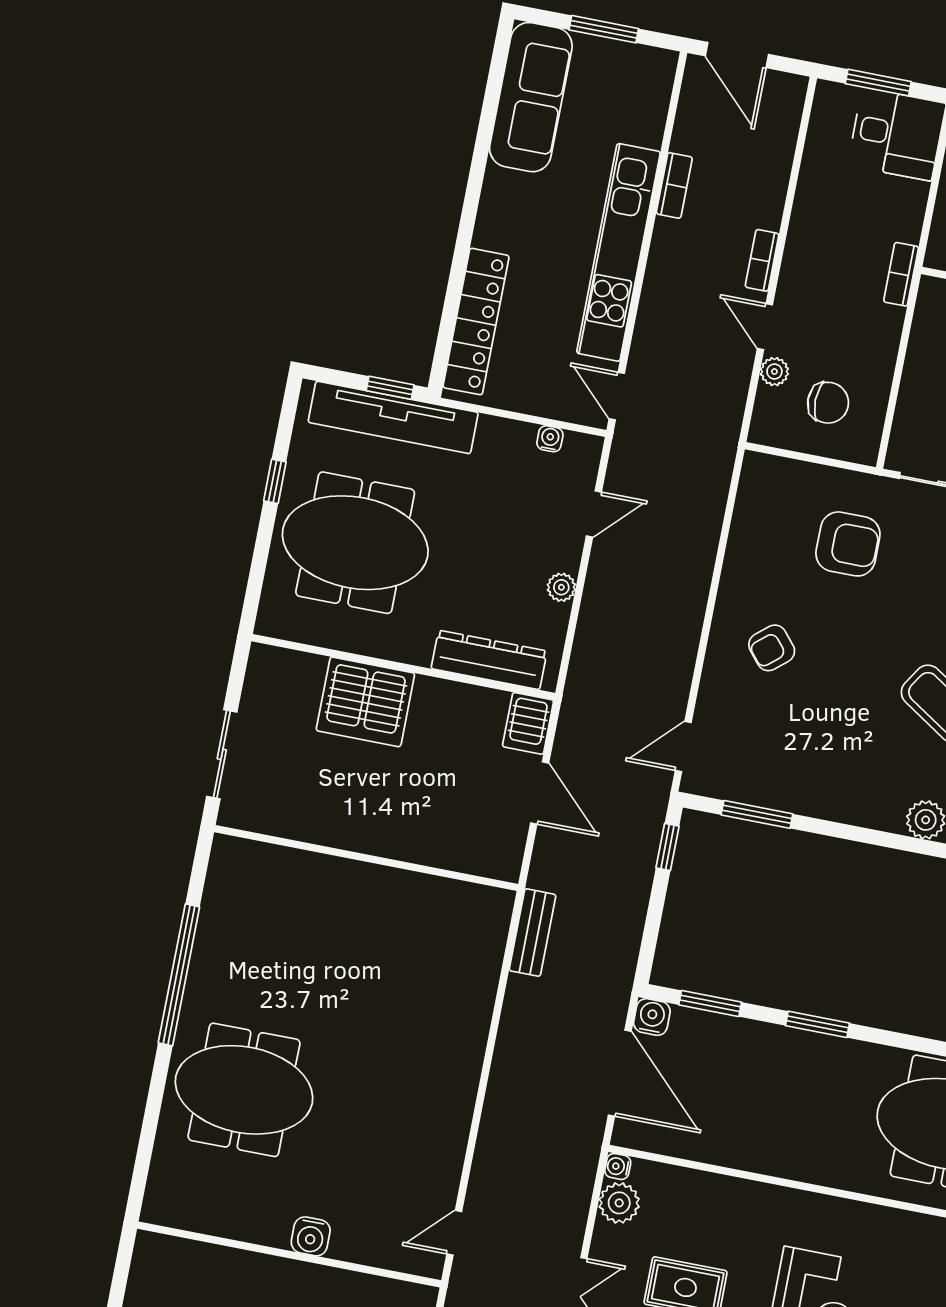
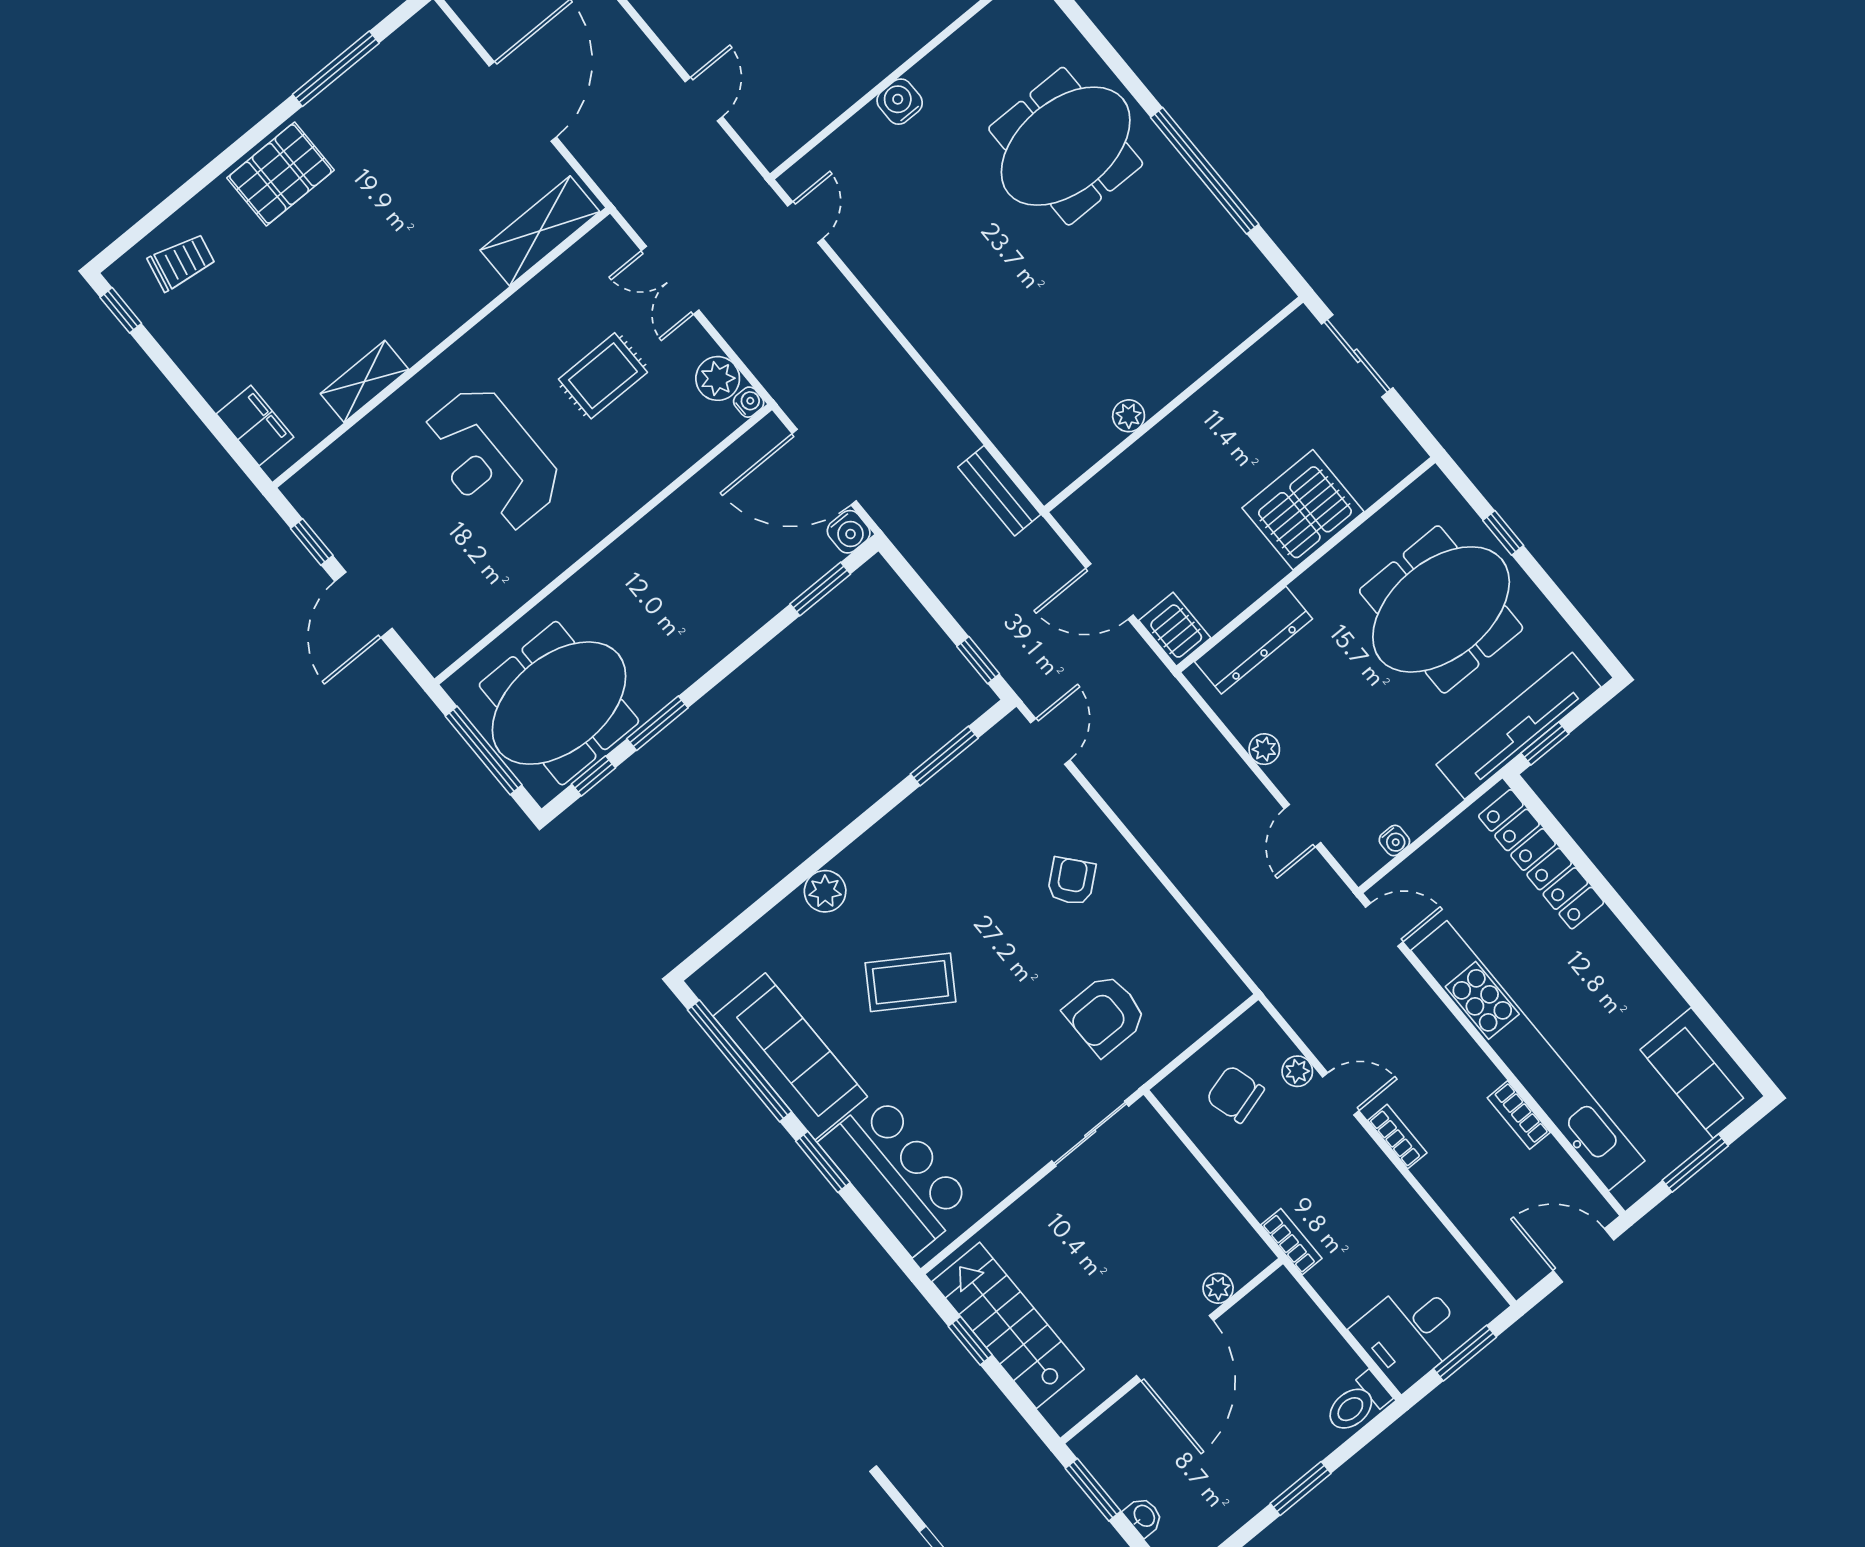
sofa: (531, 97) -> (1702, 1073), width x0.73
kitchen unit: (618, 252) -> (1528, 1056), width x1.36
chair: (828, 403) -> (1235, 1094), turned 74
window: (275, 481) -> (1503, 533), moved
plant: (401, 884) -> (1129, 416), added
window: (818, 1024) -> (657, 723), moved

